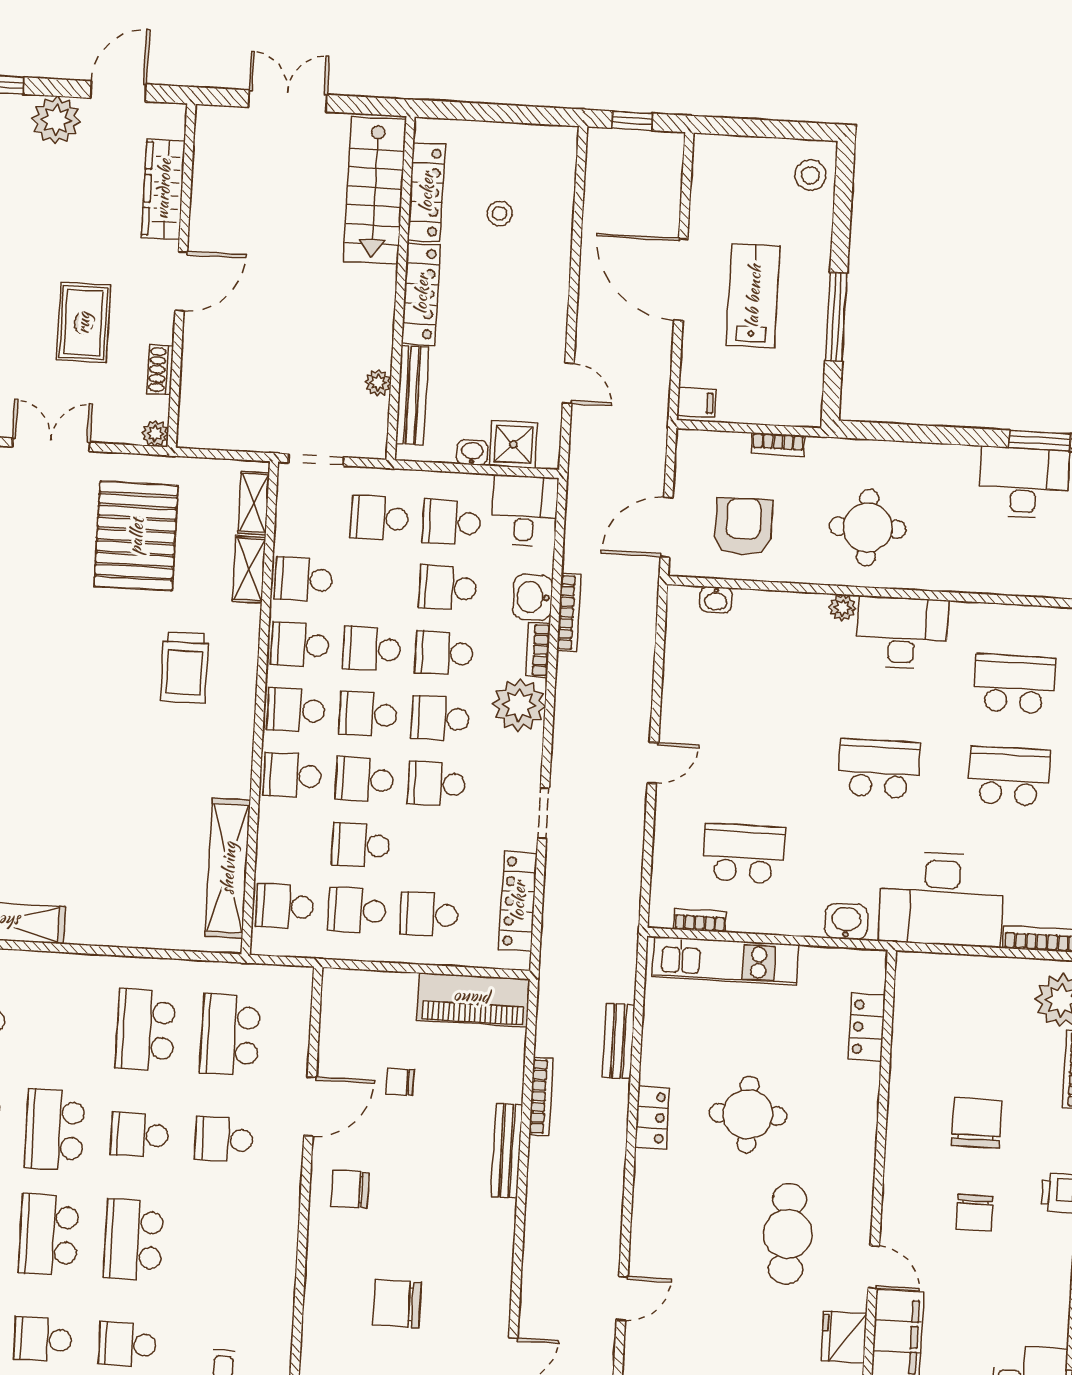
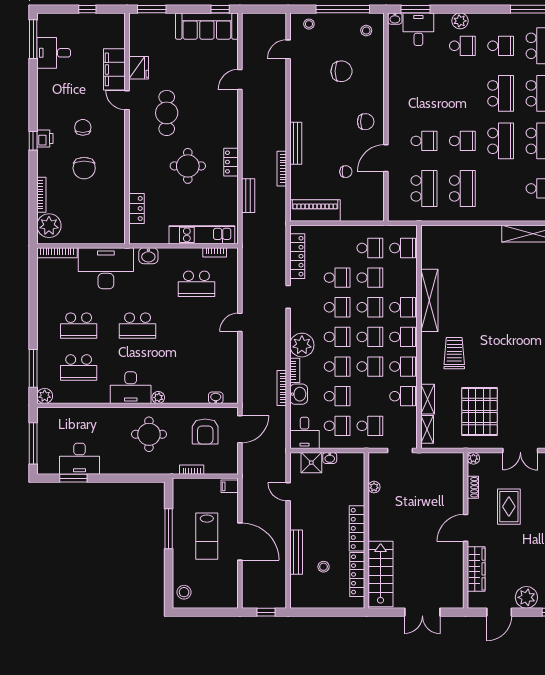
bench: (412, 395) -> (296, 552), moved
shelving: (228, 868) -> (429, 300), moved
school desk: (429, 914) -> (337, 278), moved
school desk: (133, 1239) -> (462, 93), removed

